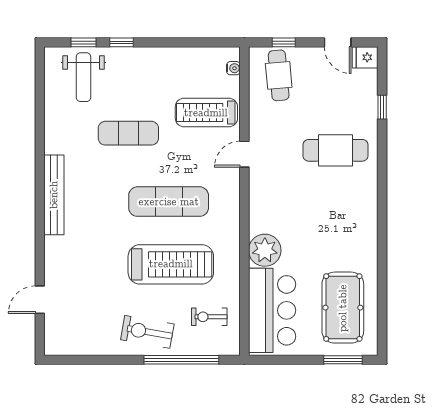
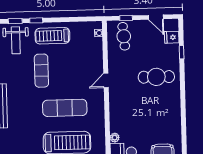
fridge: (365, 57) -> (172, 37), moved
treadmill: (206, 113) -> (52, 36), moved
exercise mat: (128, 133) -> (41, 71), turned 90
plant: (265, 250) -> (115, 138), width x0.53, depth x0.53

